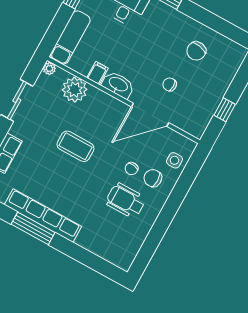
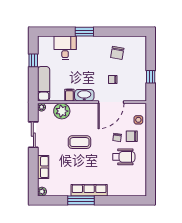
wheelchair: (126, 201) -> (124, 157), turned 180
row of seats: (43, 216) -> (89, 190), width x0.73

